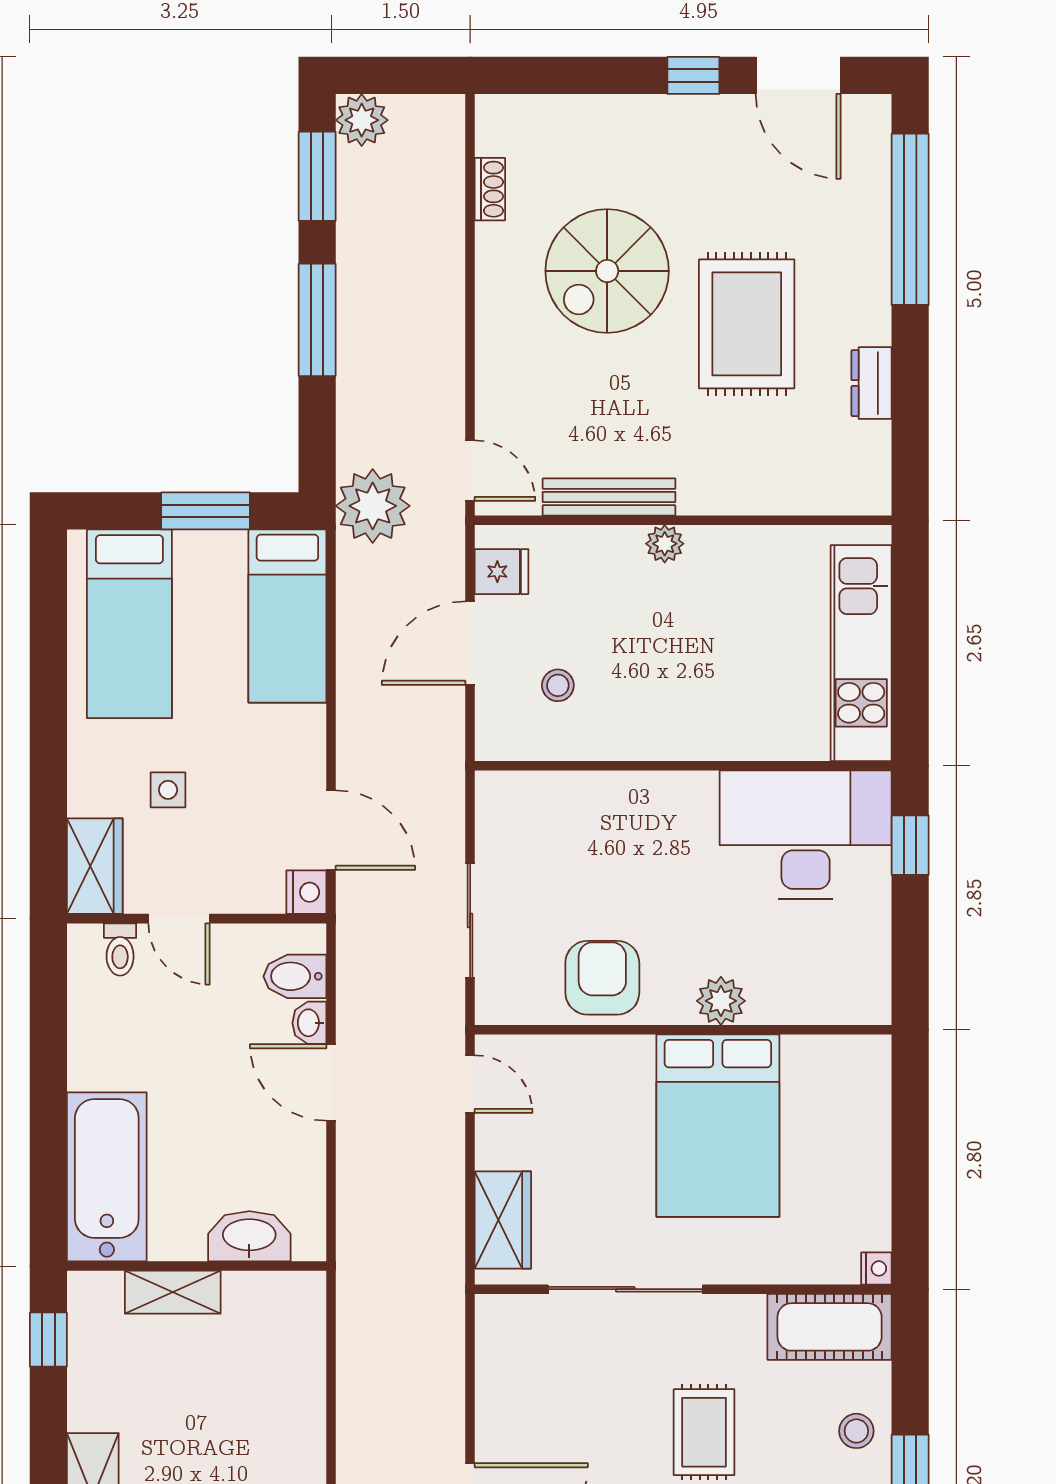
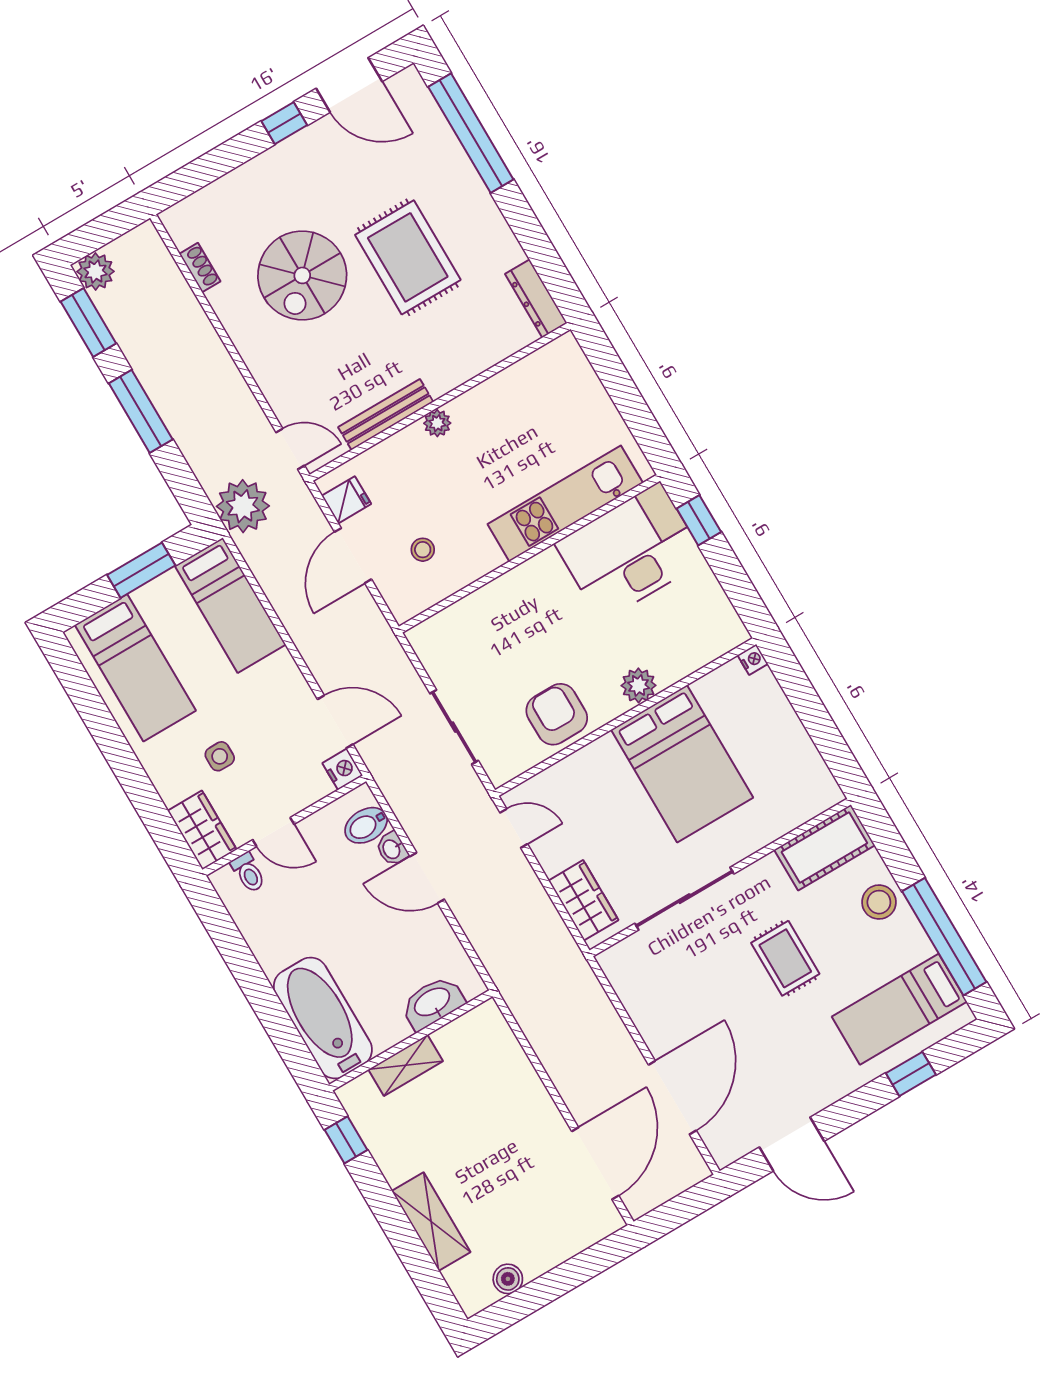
dresser: (871, 383) -> (536, 299), moved, width x1.44
kitchen unit: (861, 653) -> (565, 503), moved, turned 90
nightstand: (876, 1268) -> (753, 660), moved
stool: (856, 1431) -> (879, 902), width x1.37, depth x1.37

